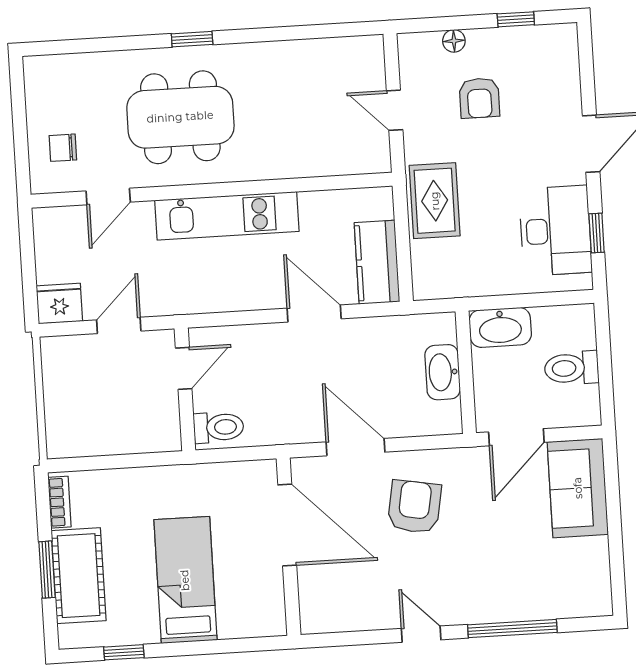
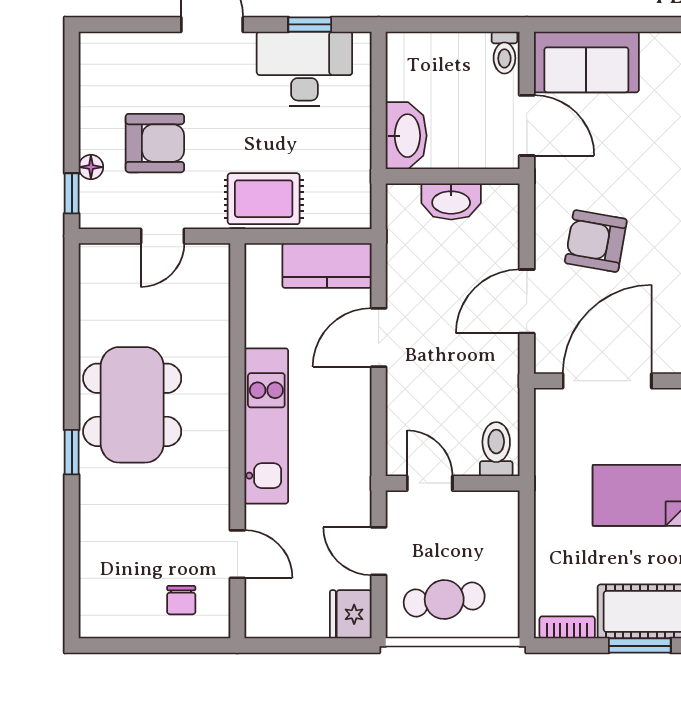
window: (516, 19) -> (72, 193), moved
armchair: (479, 98) -> (155, 143), width x1.38, depth x1.38
dining table: (180, 117) -> (132, 405), moved
toilet: (572, 368) -> (504, 53), moved, width x0.73, depth x0.72
cafe table: (78, 388) -> (444, 600), added

